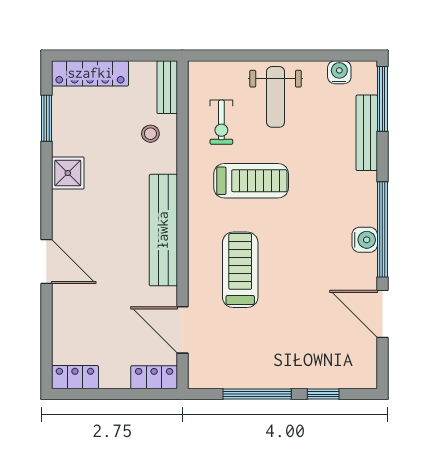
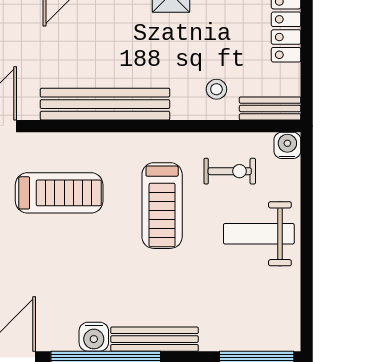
water cooler: (339, 72) -> (287, 145), moved, turned -90
exercise bike: (221, 122) -> (230, 171), turned 180
bench: (367, 133) -> (154, 339), moved

